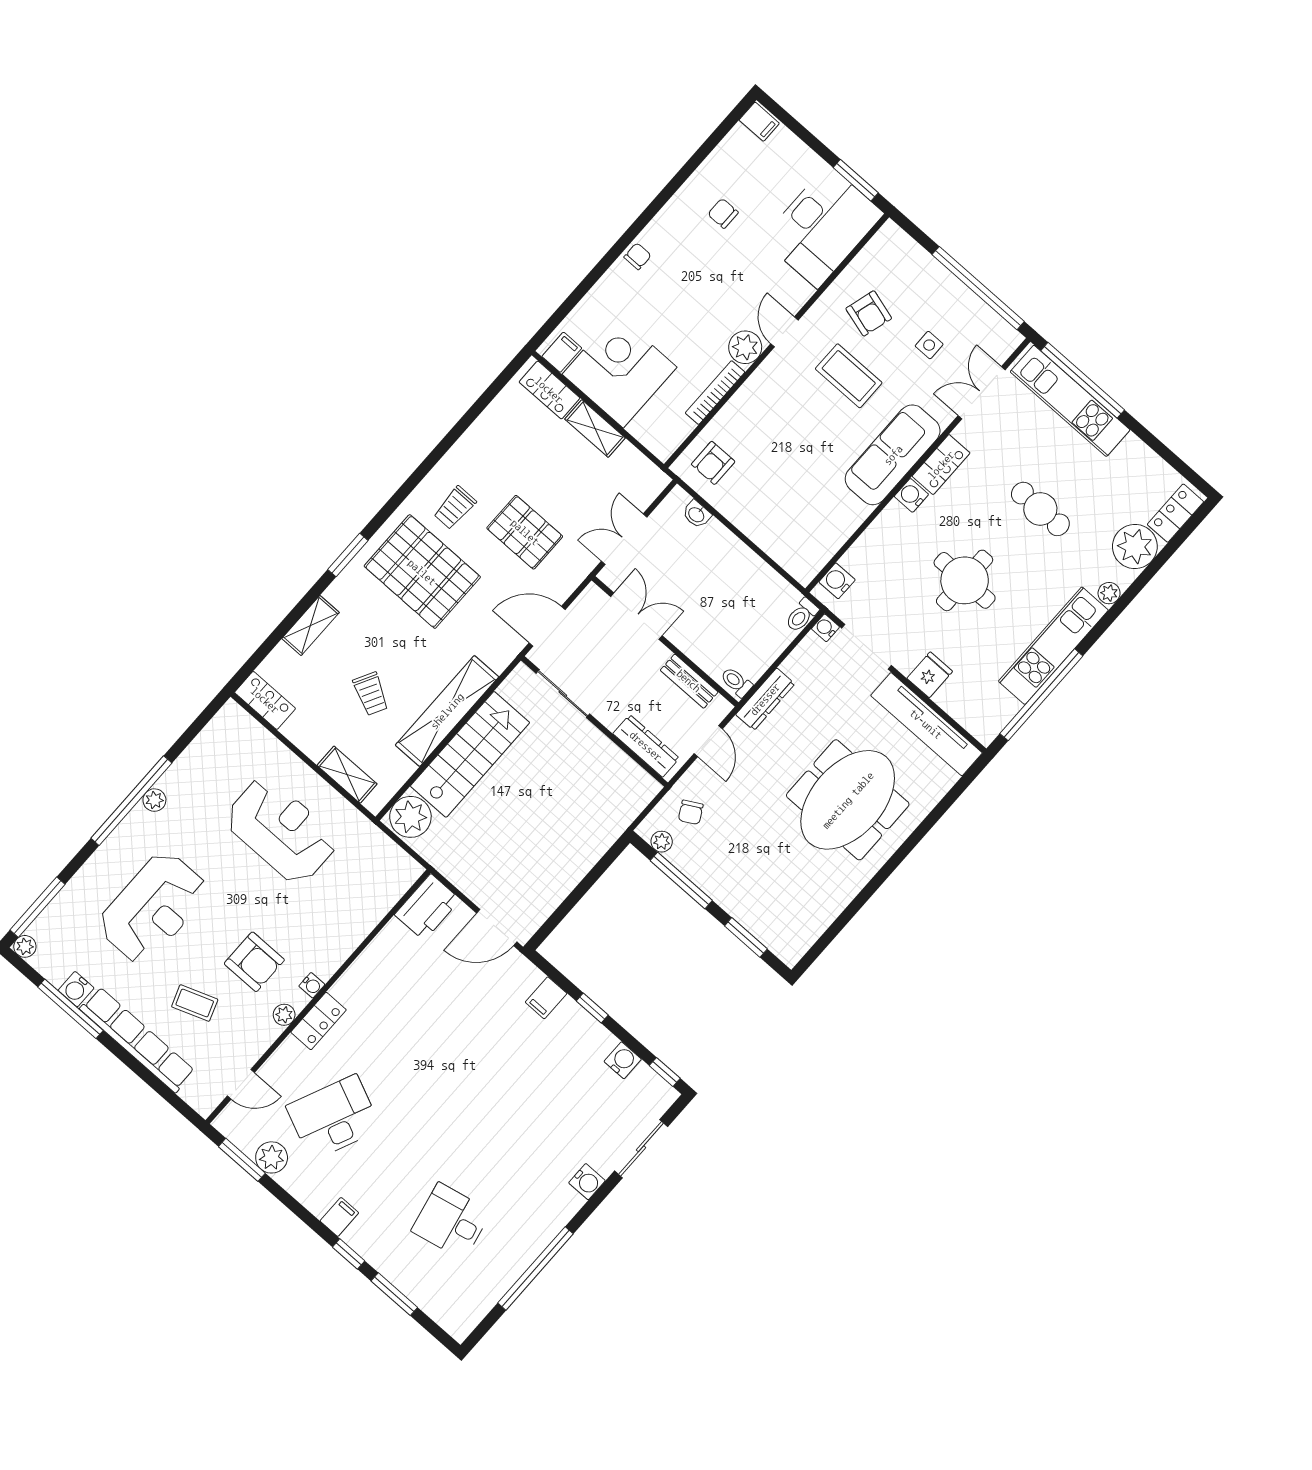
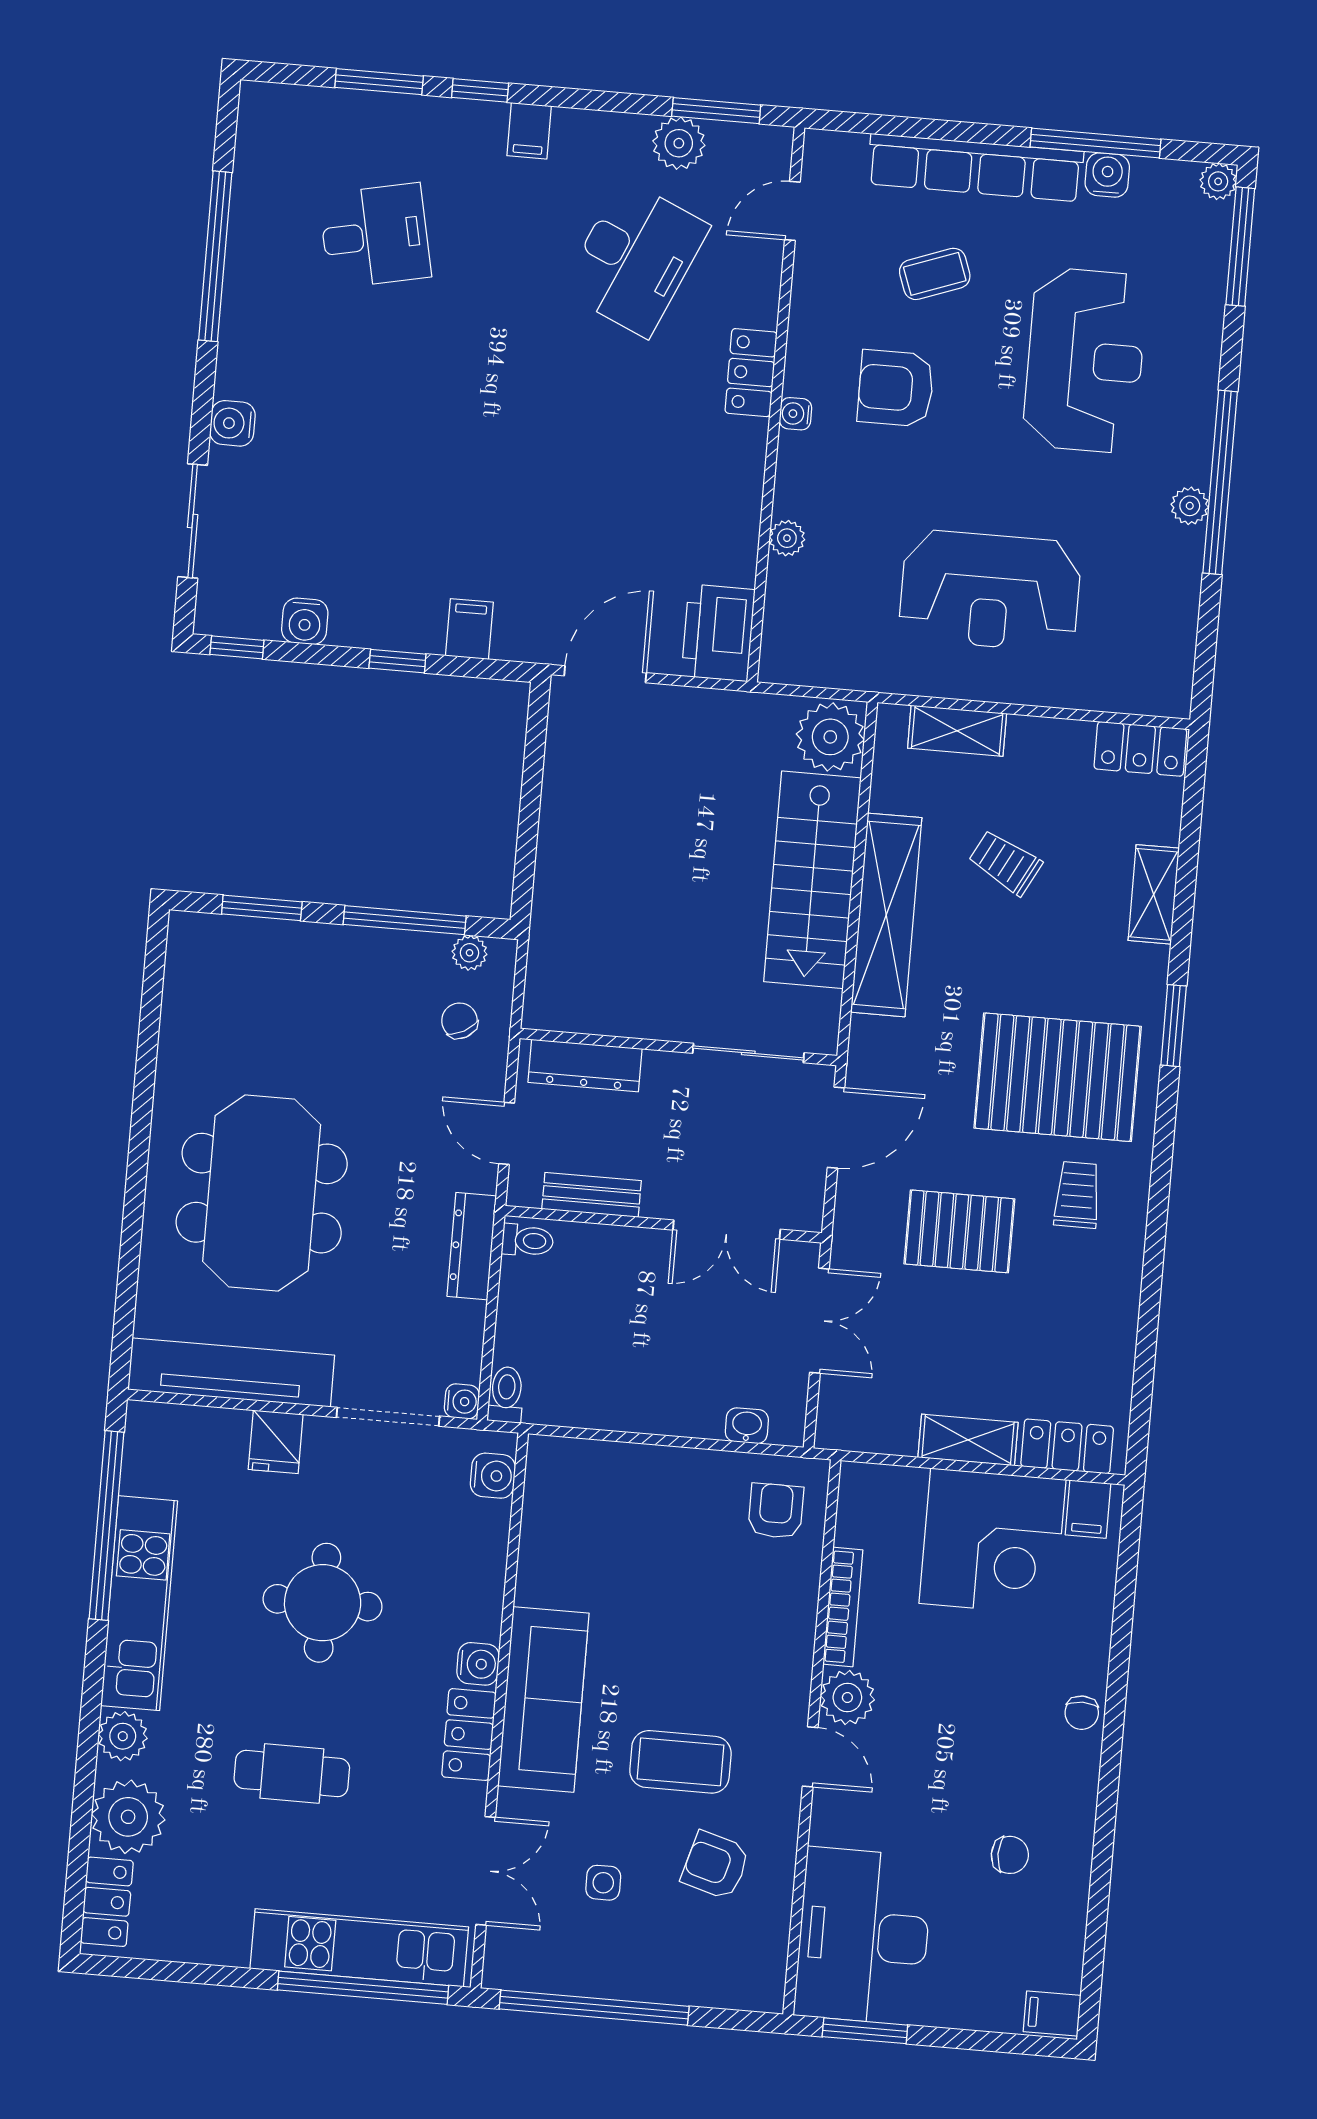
plant: (1109, 593) -> (123, 1736), width x1.38, depth x1.38
reception desk: (153, 908) -> (1085, 360), turned 180
plant: (284, 1015) -> (787, 538), moved

